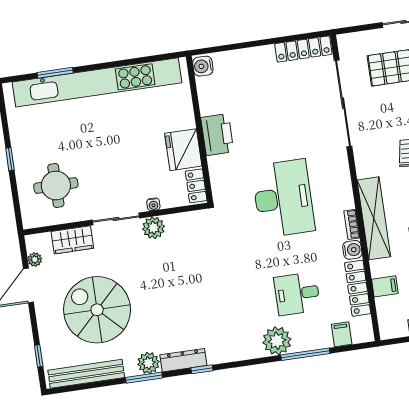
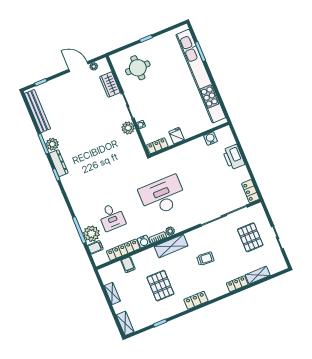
locker: (303, 49) -> (251, 191), width x0.66
water cooler: (203, 66) -> (211, 139), moved
printer: (217, 135) -> (234, 157), moved, turned 90
fridge: (183, 150) -> (176, 136), width x0.53, depth x0.75
desk: (283, 198) -> (163, 196), turned 180
plant: (346, 201) -> (170, 231), added
shelving: (374, 218) -> (171, 246), width x0.68
desk: (297, 294) -> (112, 217), turned 180
spiral stairs: (97, 310) -> (75, 108), removed
plant: (277, 341) -> (91, 234), moved

